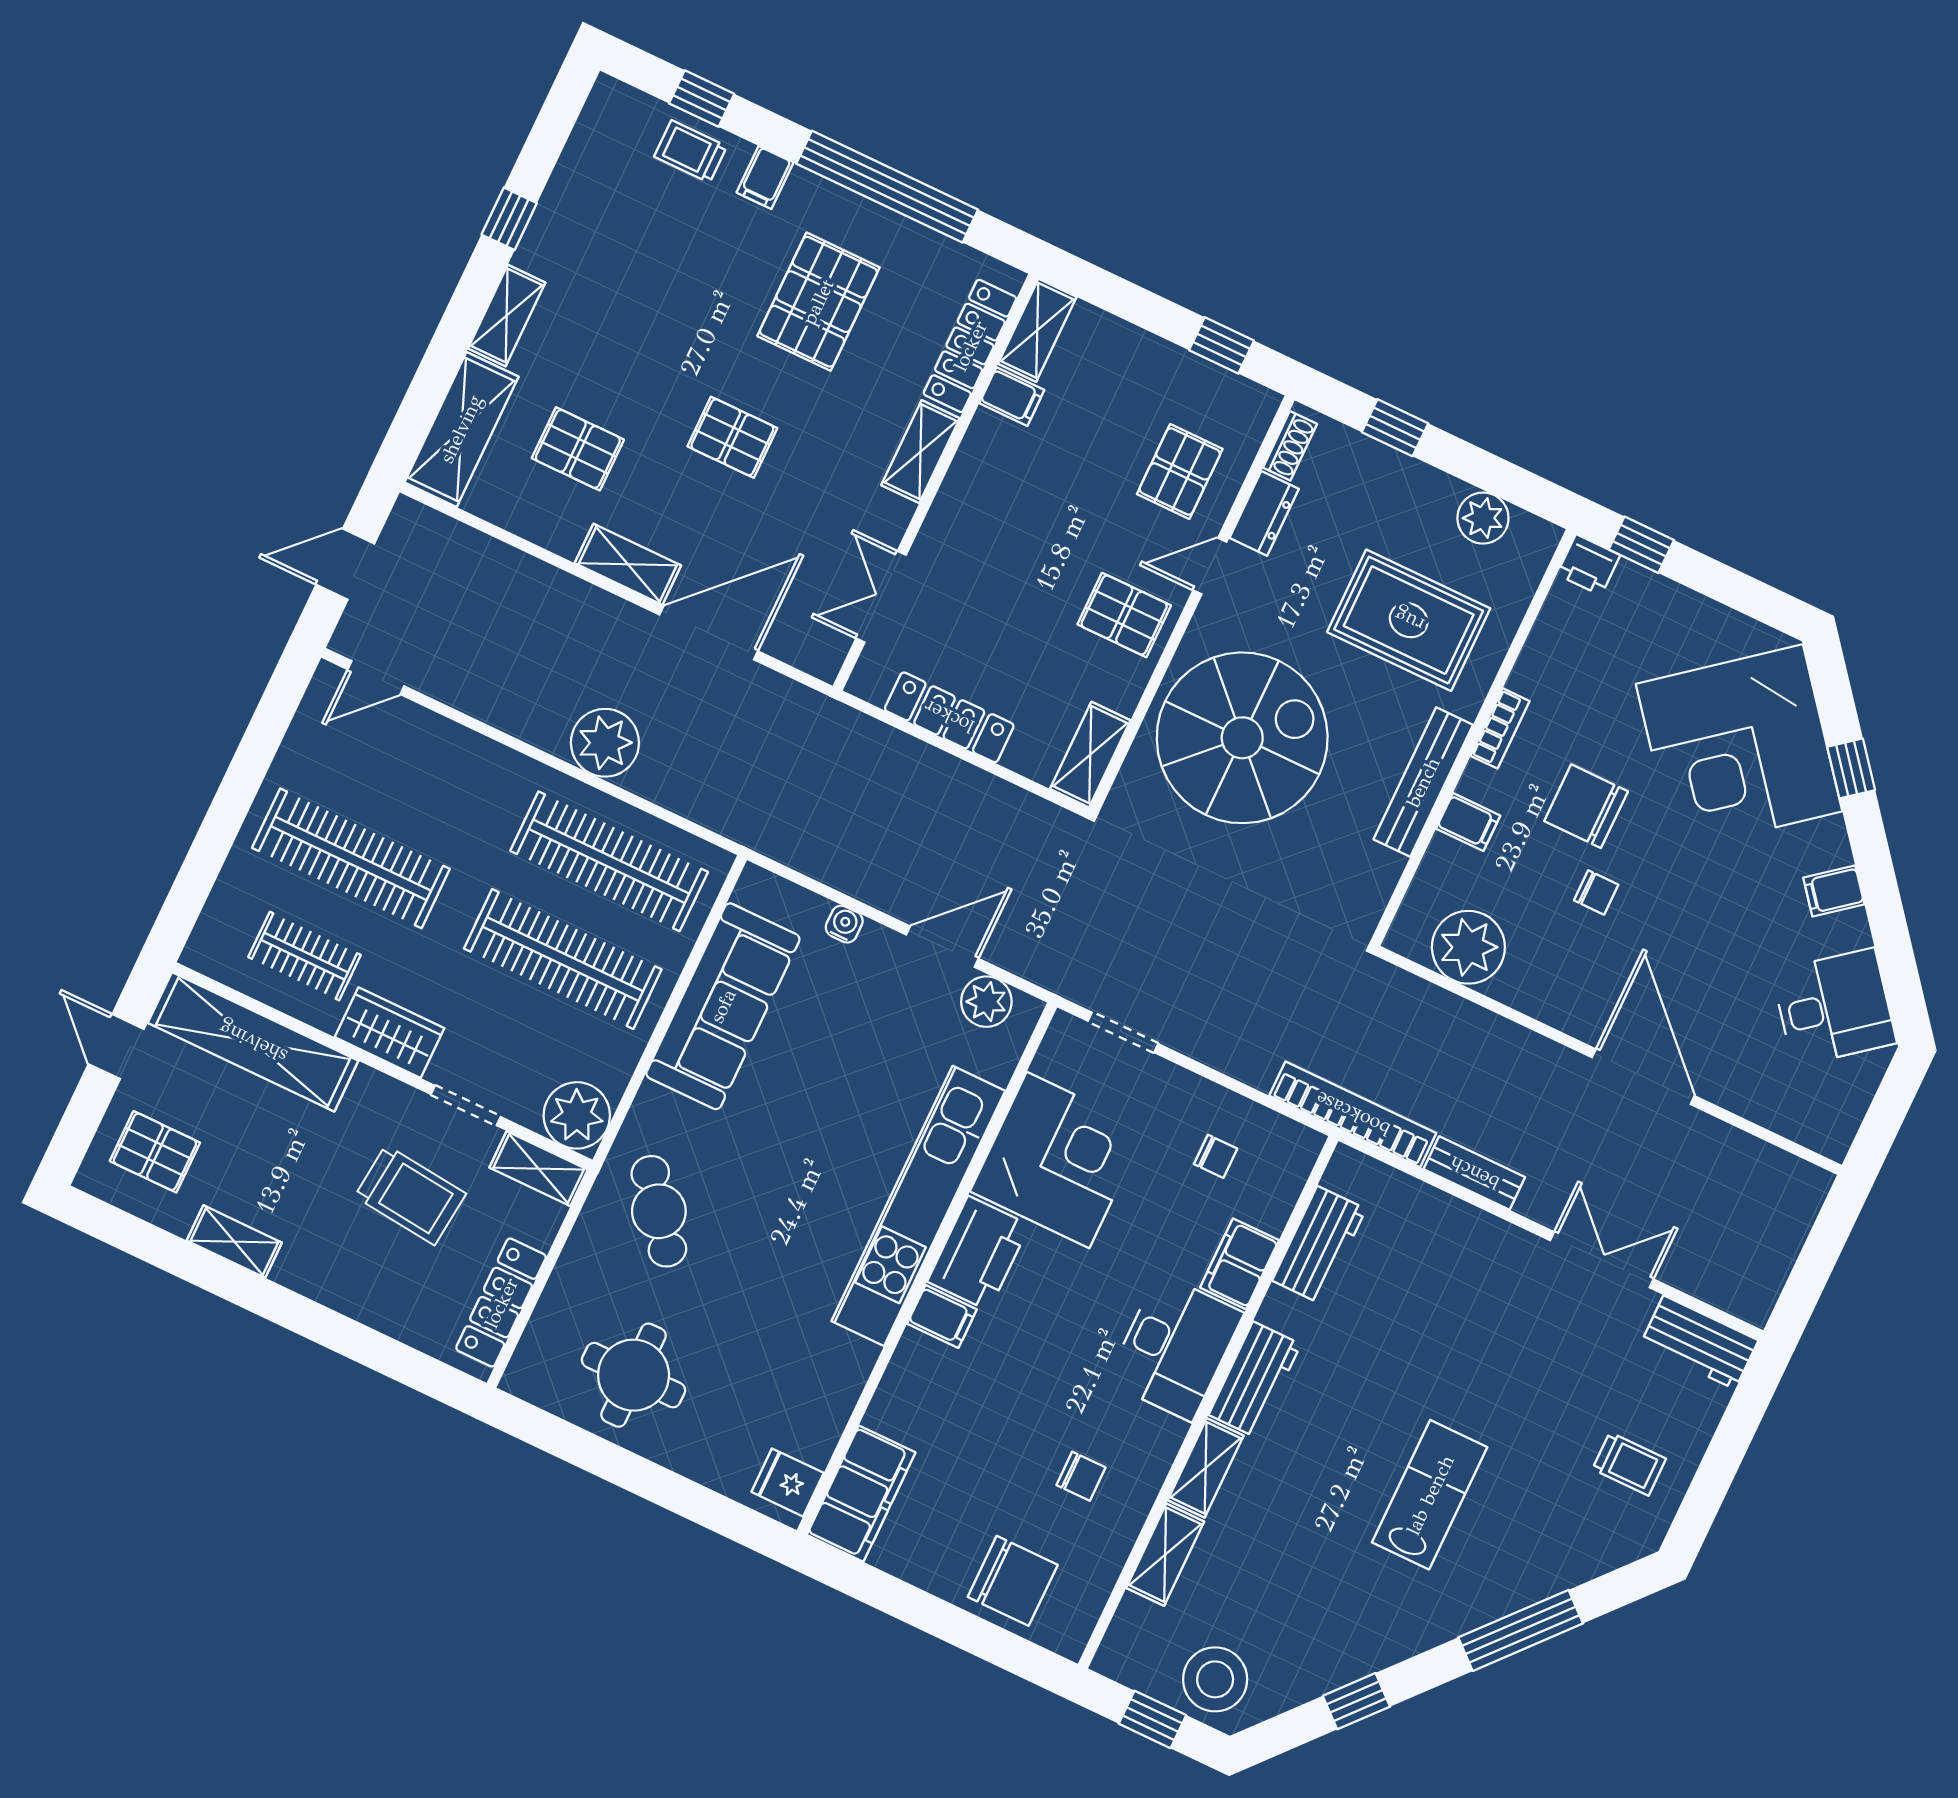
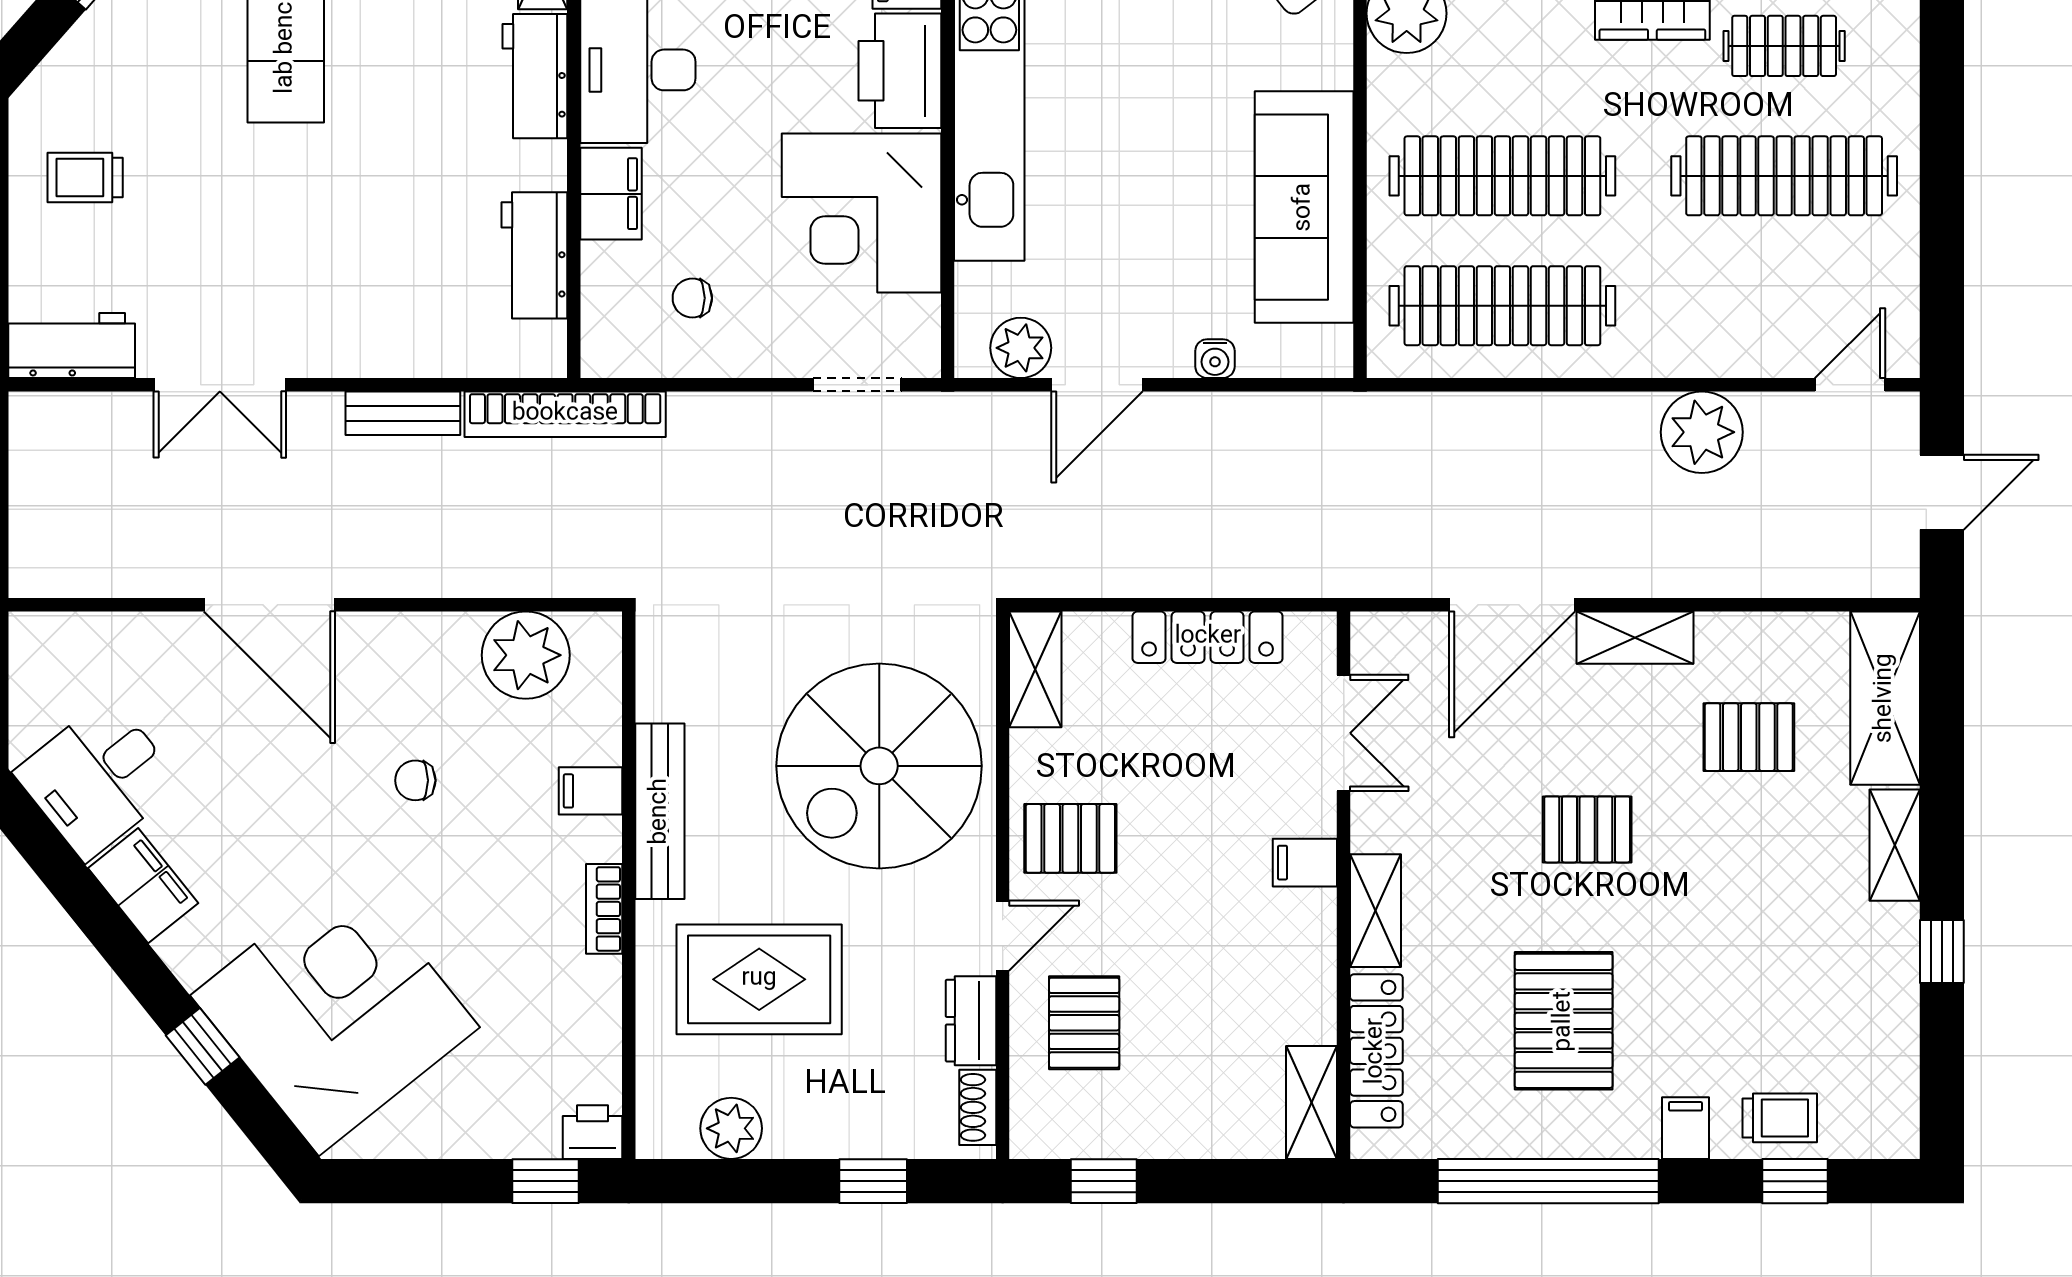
filing cabinet: (1012, 397) -> (1305, 863), moved
plant: (605, 743) -> (1702, 432), moved
chair: (1586, 806) -> (471, 869), removed
filing cabinet: (1834, 891) -> (143, 886), width x2.00

